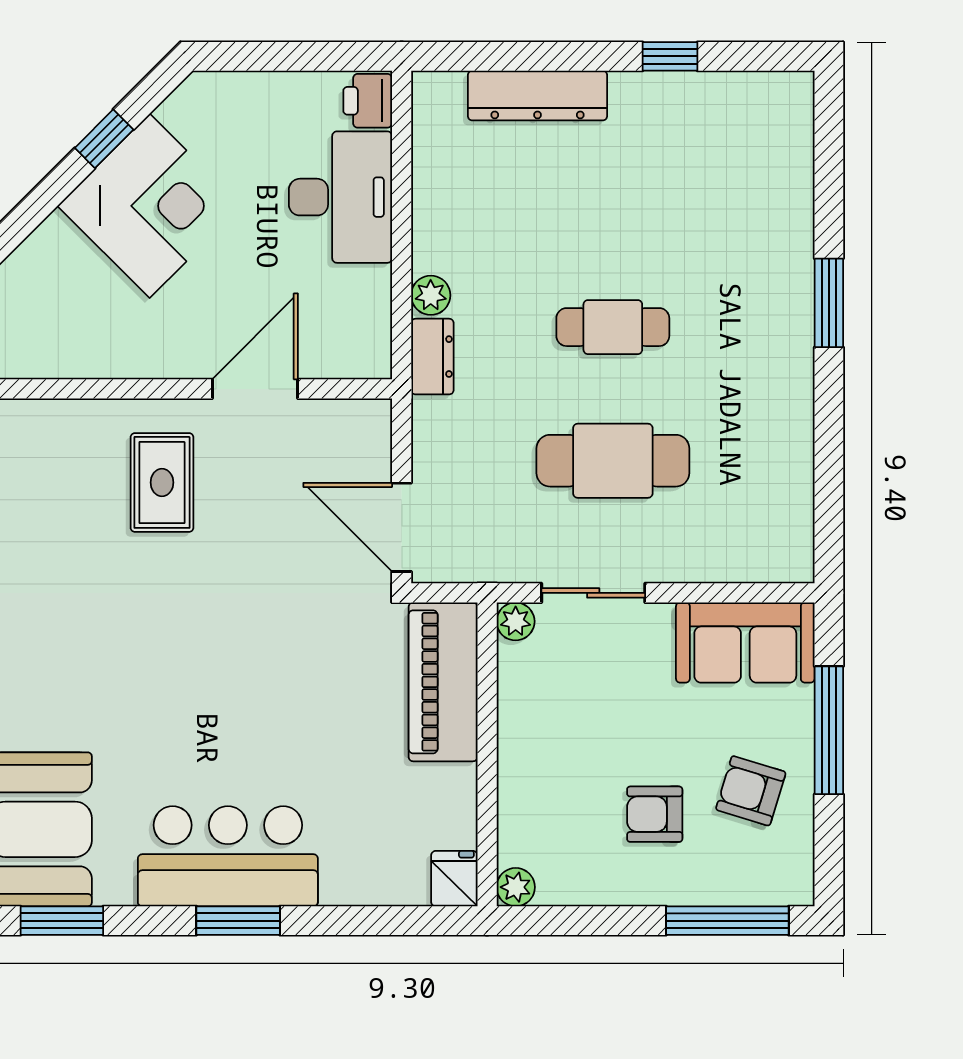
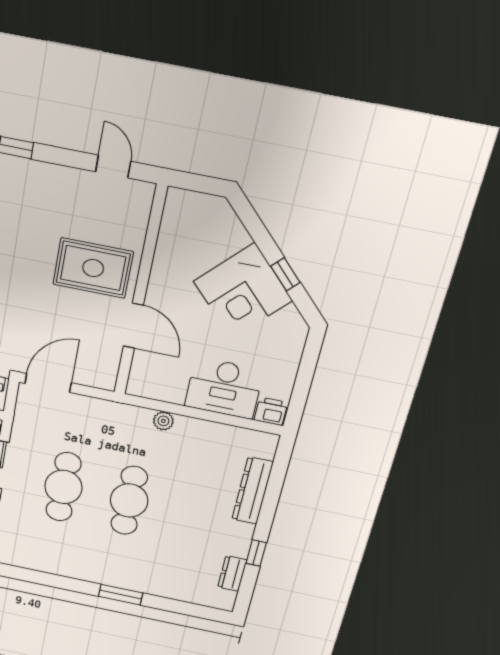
cafe table: (613, 327) -> (129, 501), width x1.37, depth x1.35
dresser: (432, 357) -> (232, 574), moved, turned 90
rug: (162, 482) -> (93, 268), width x1.36, depth x1.43

